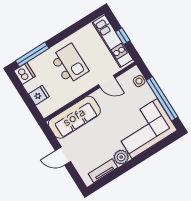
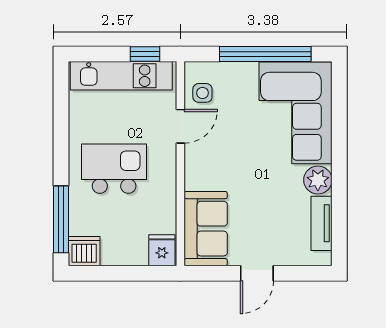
window: (123, 36) -> (145, 54), moved
side table: (139, 81) -> (202, 93), moved
fridge: (39, 95) -> (162, 250), moved
sofa: (74, 117) -> (206, 229), width x0.73

